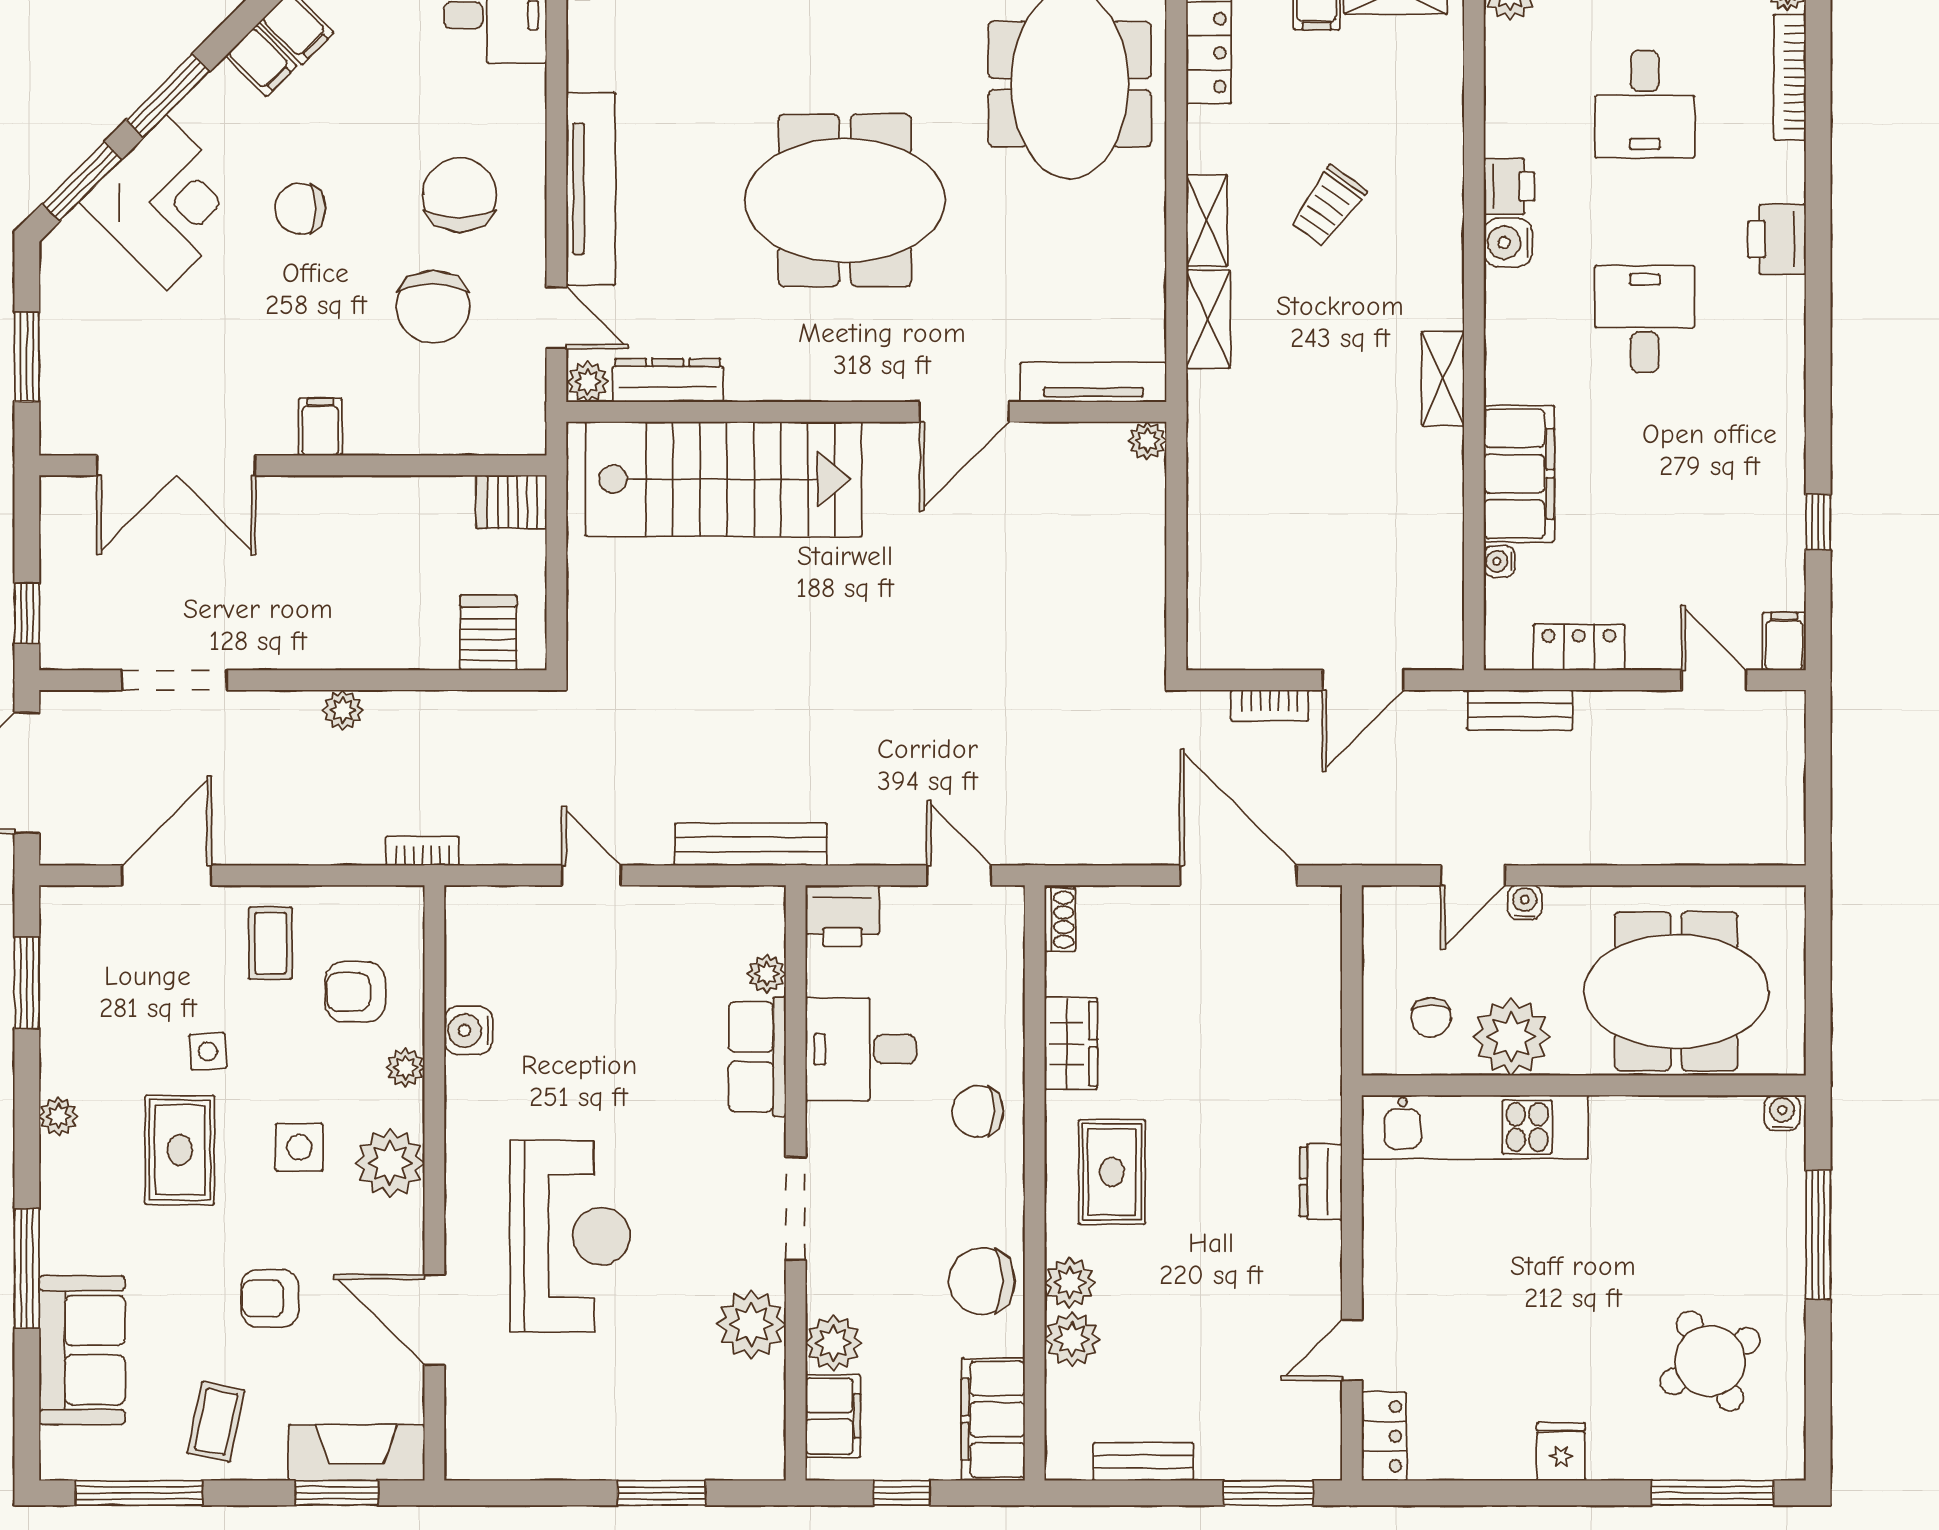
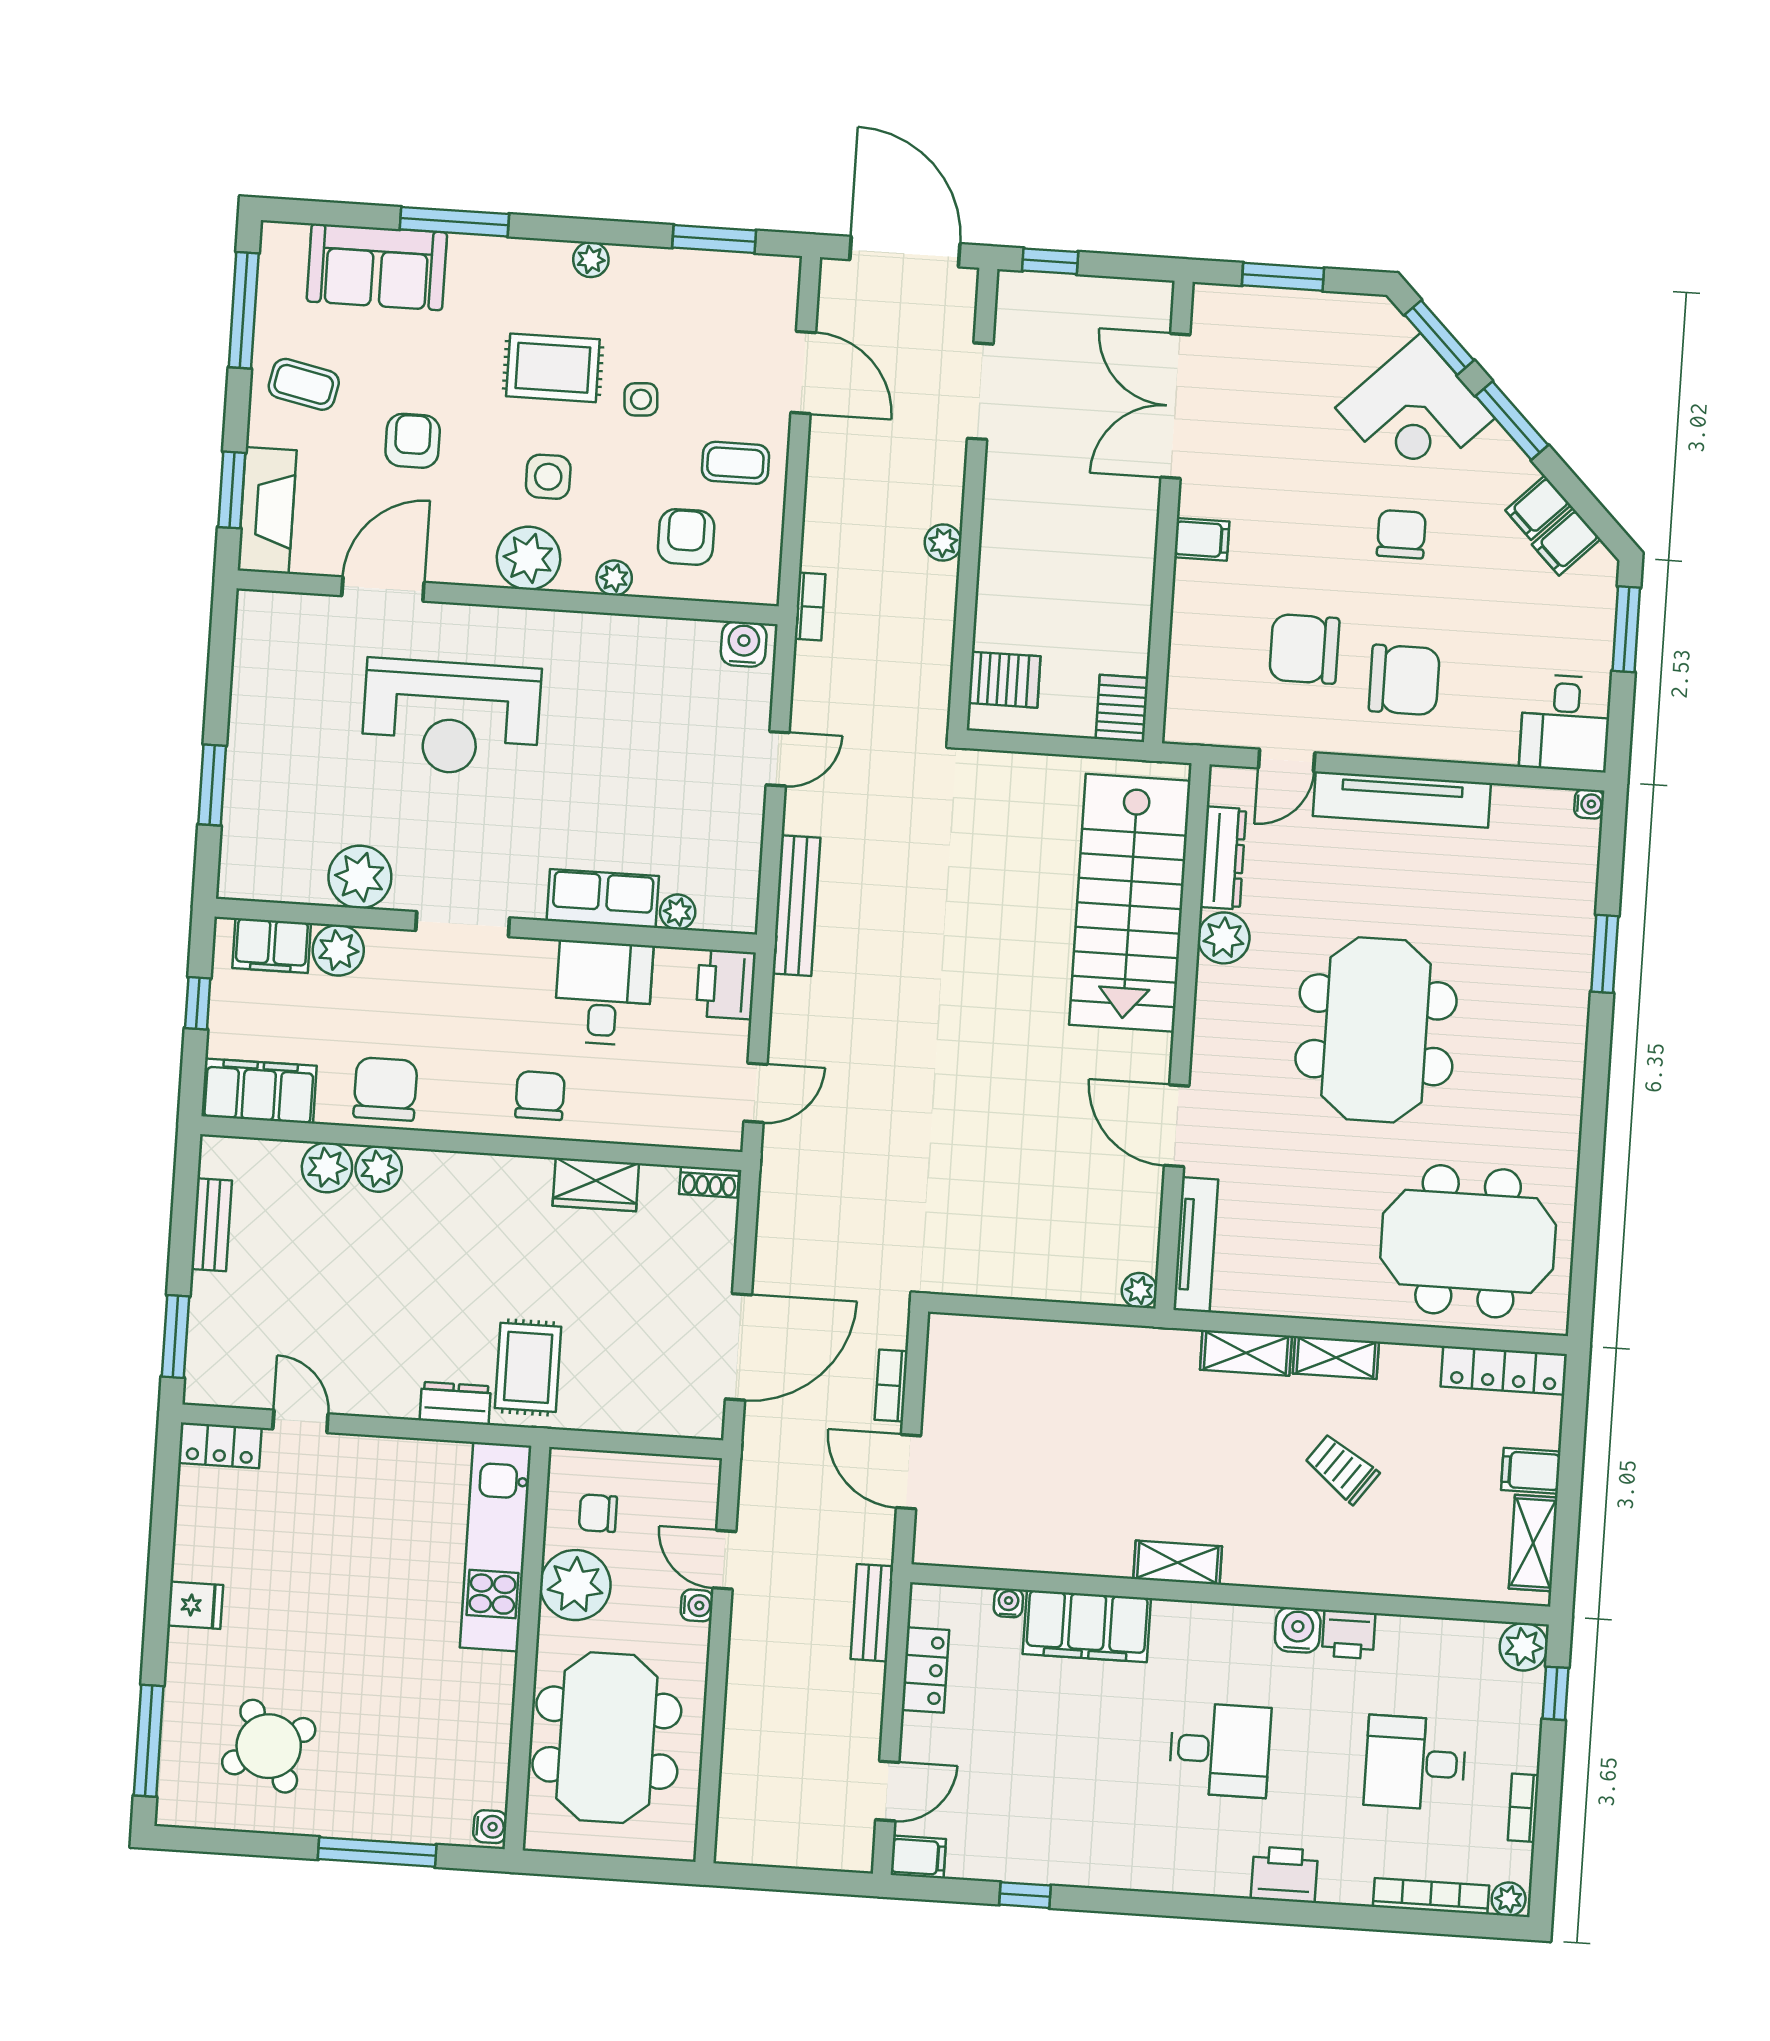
plant: (588, 382) -> (1224, 938), moved, width x1.38, depth x1.38
water cooler: (468, 1031) -> (744, 644), moved
rug: (1112, 1172) -> (528, 1367), moved, turned 90

